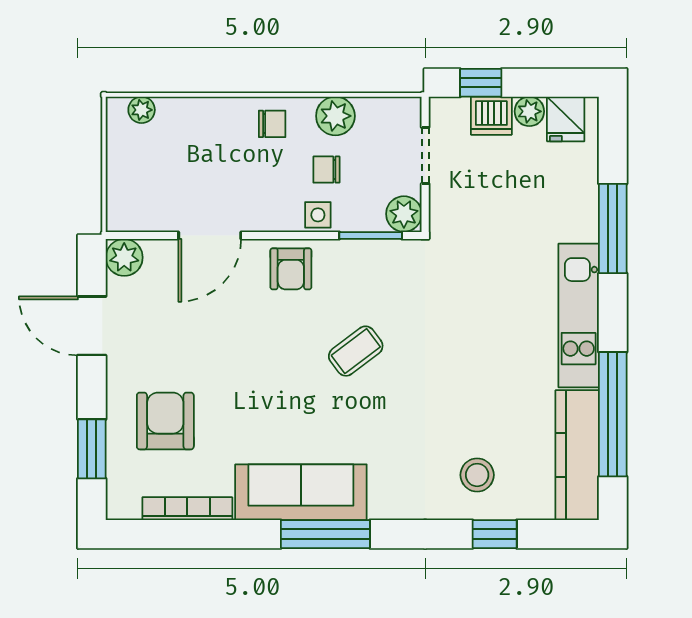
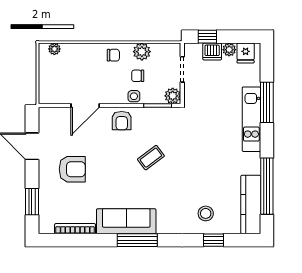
plant: (124, 257) -> (47, 115), removed
kitchen unit: (579, 316) -> (251, 119), moved
armchair: (165, 421) -> (72, 169), moved, turned 90

